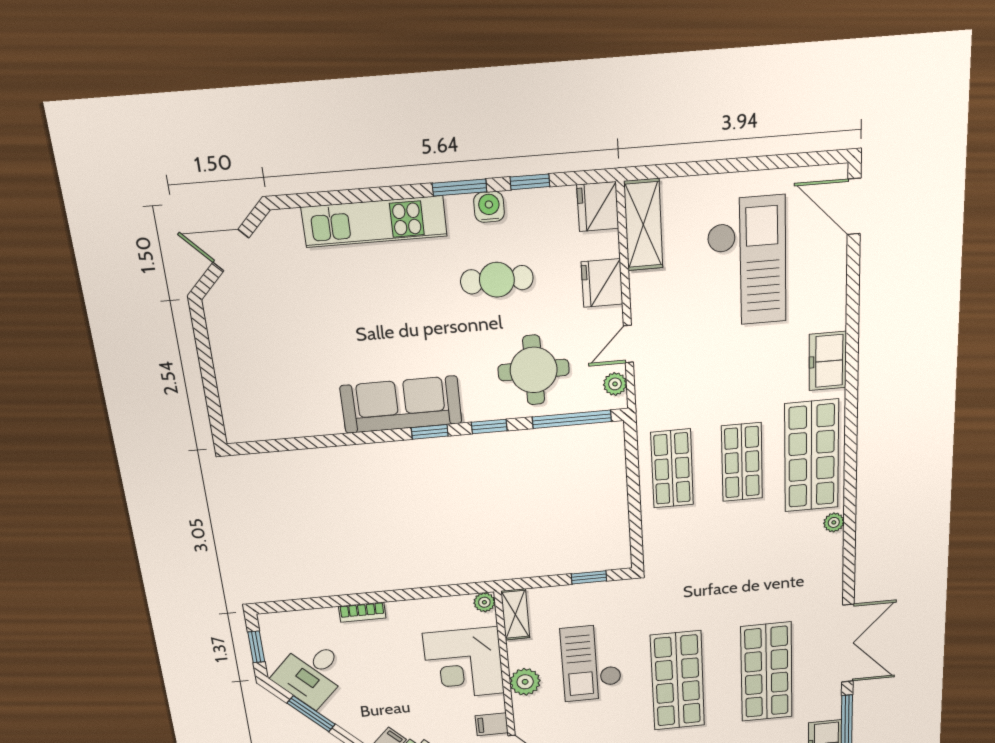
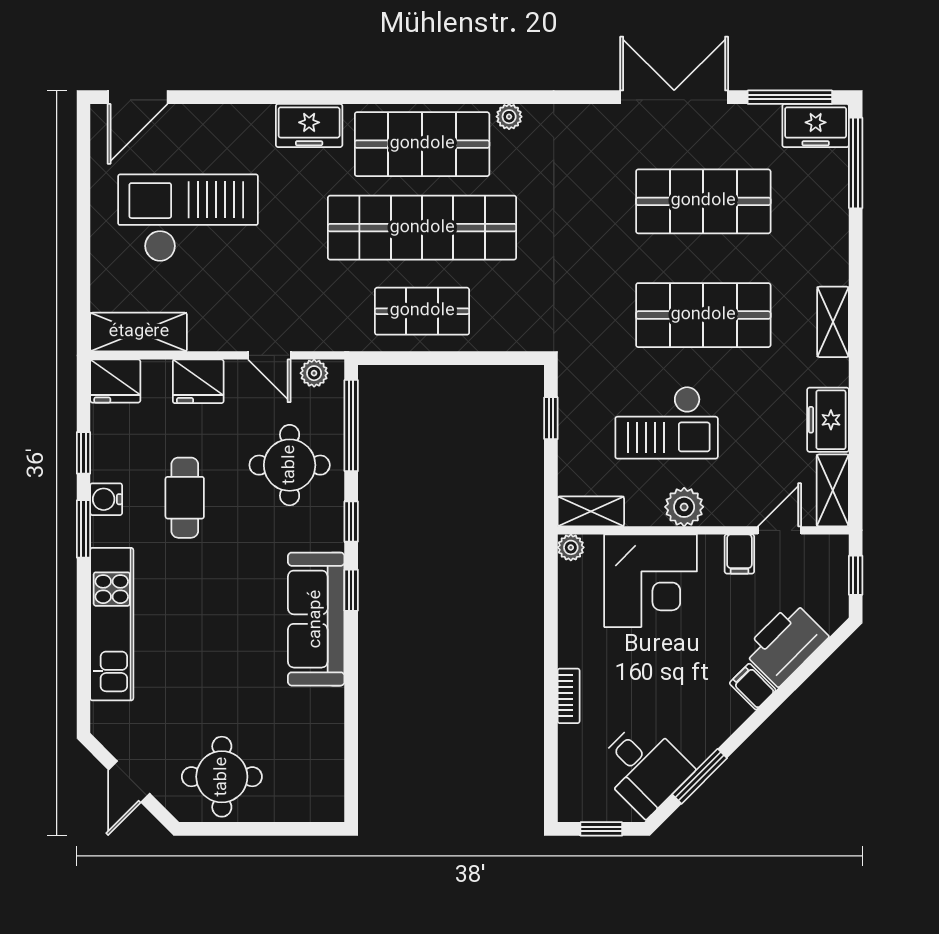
round table: (249, 335) -> (222, 777), added
shop shelf: (742, 462) -> (422, 228), width x2.00, depth x1.36

